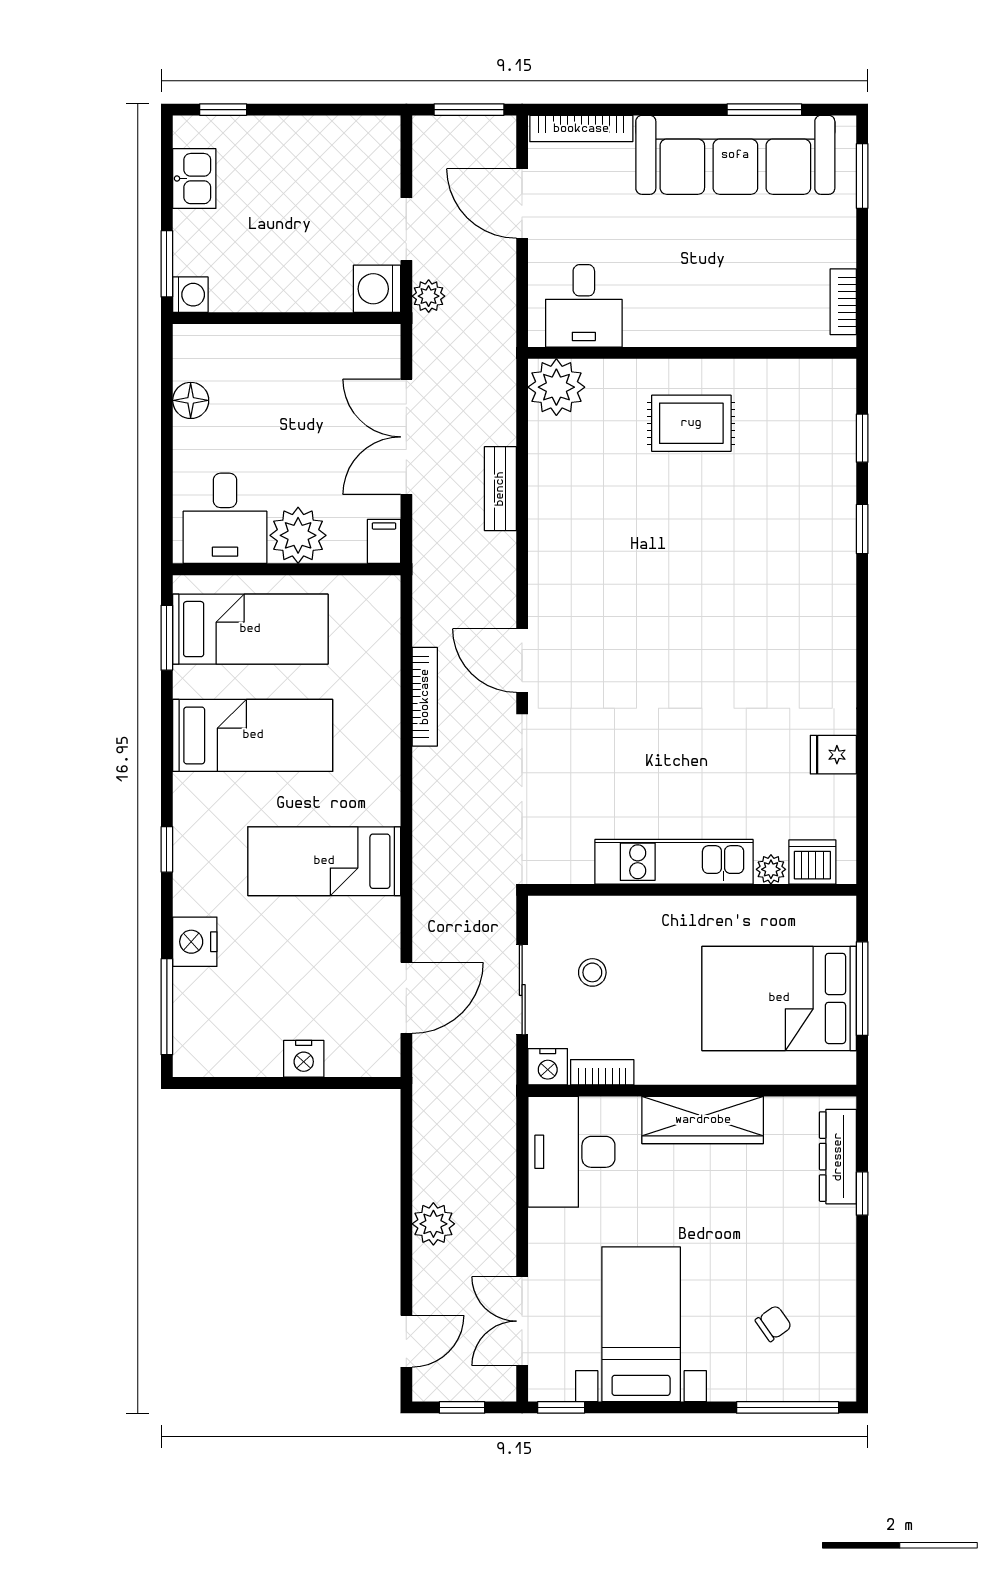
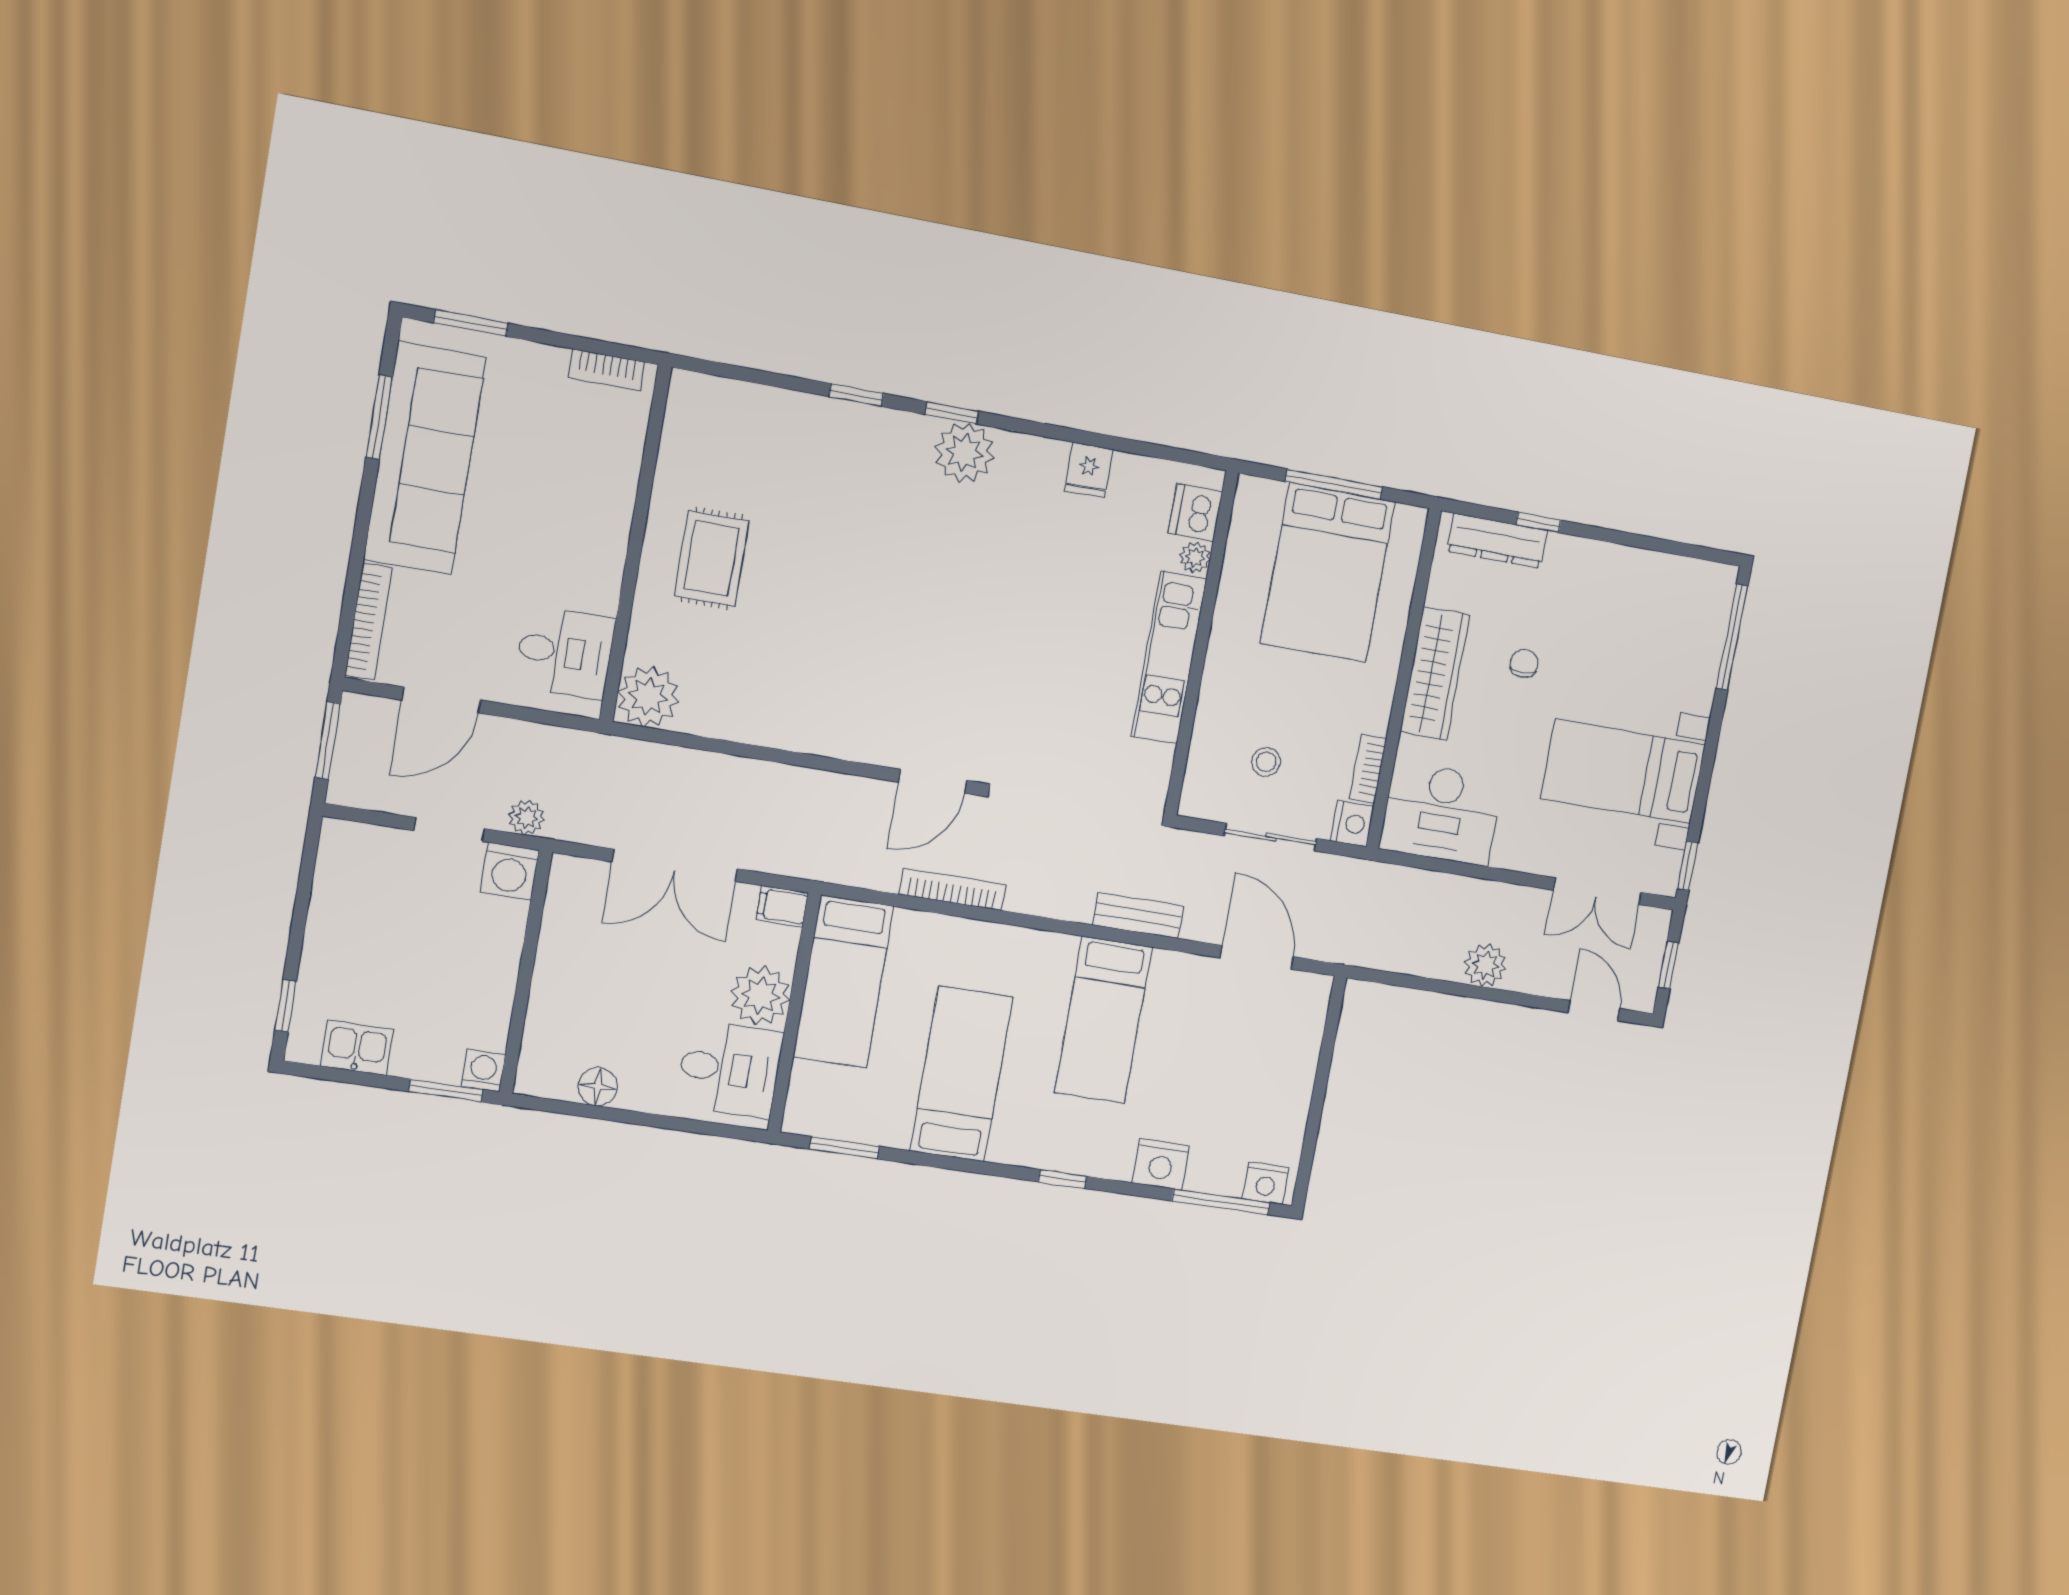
window: (862, 438) -> (952, 413), moved
bench: (500, 489) -> (1138, 915), moved
bed: (250, 629) -> (844, 982), moved, turned 180
plant: (828, 637) -> (964, 452), added
nightstand: (304, 1059) -> (1266, 1183), moved, turned 90
chair: (773, 1323) -> (1524, 663), moved, turned 35

